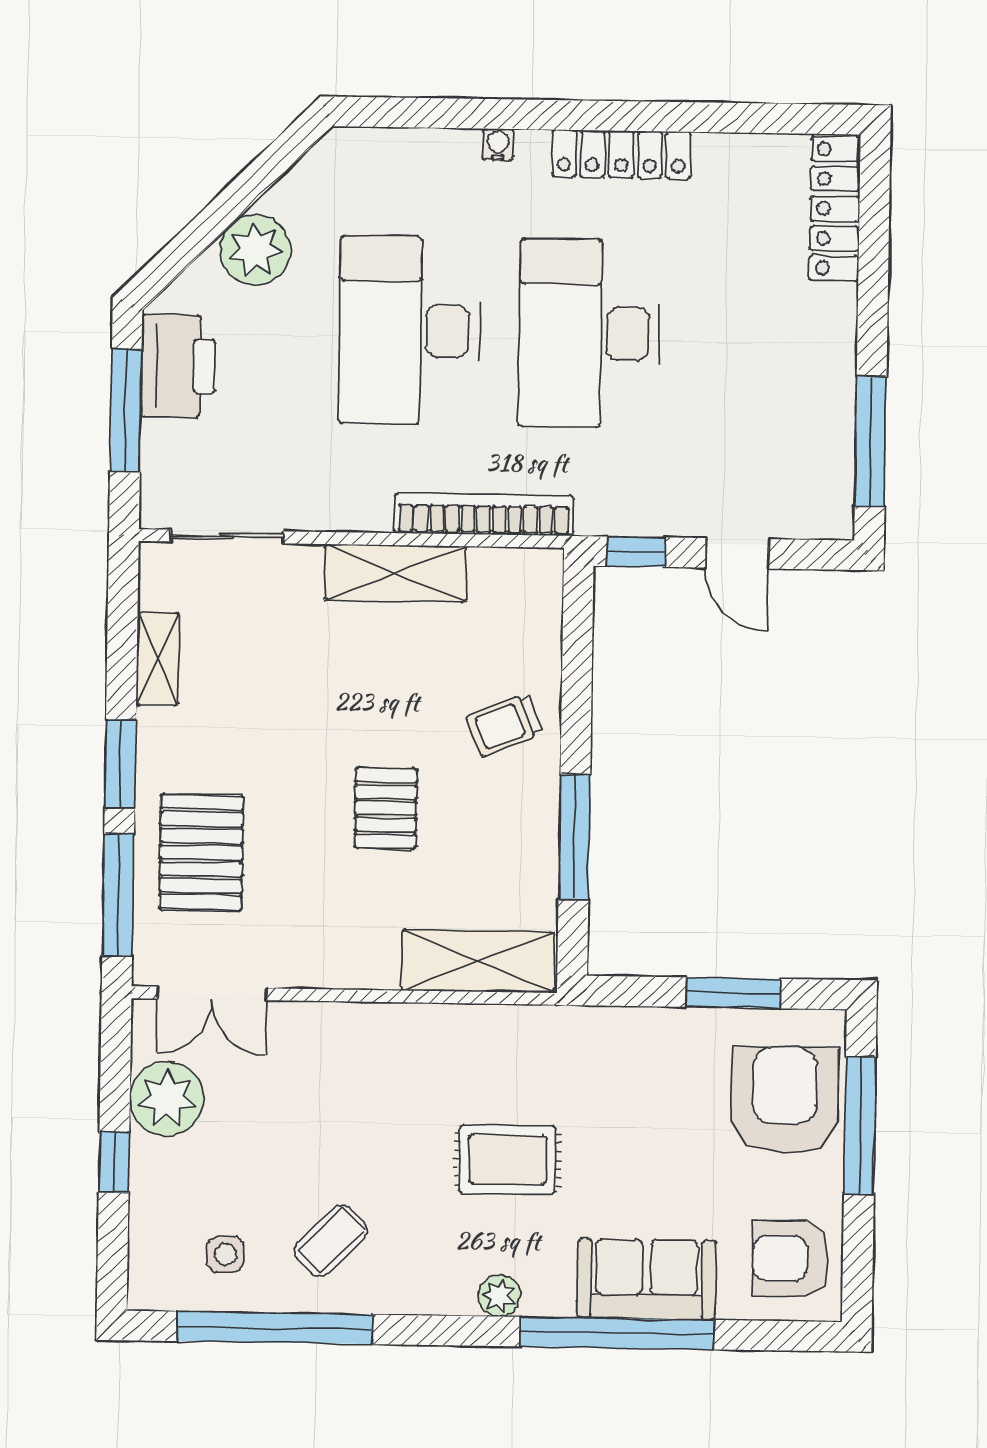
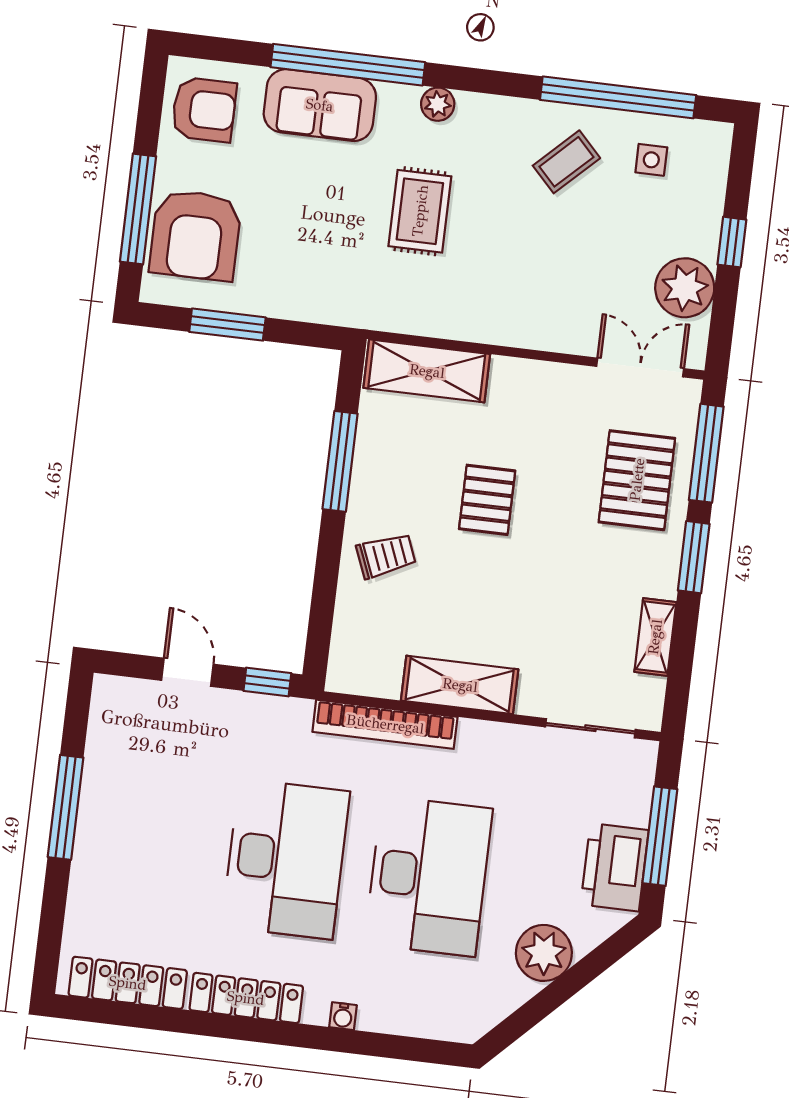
locker: (835, 209) -> (128, 983), moved, turned -90
window: (871, 442) -> (66, 807), moved
rug: (508, 1160) -> (420, 211), turned 90

